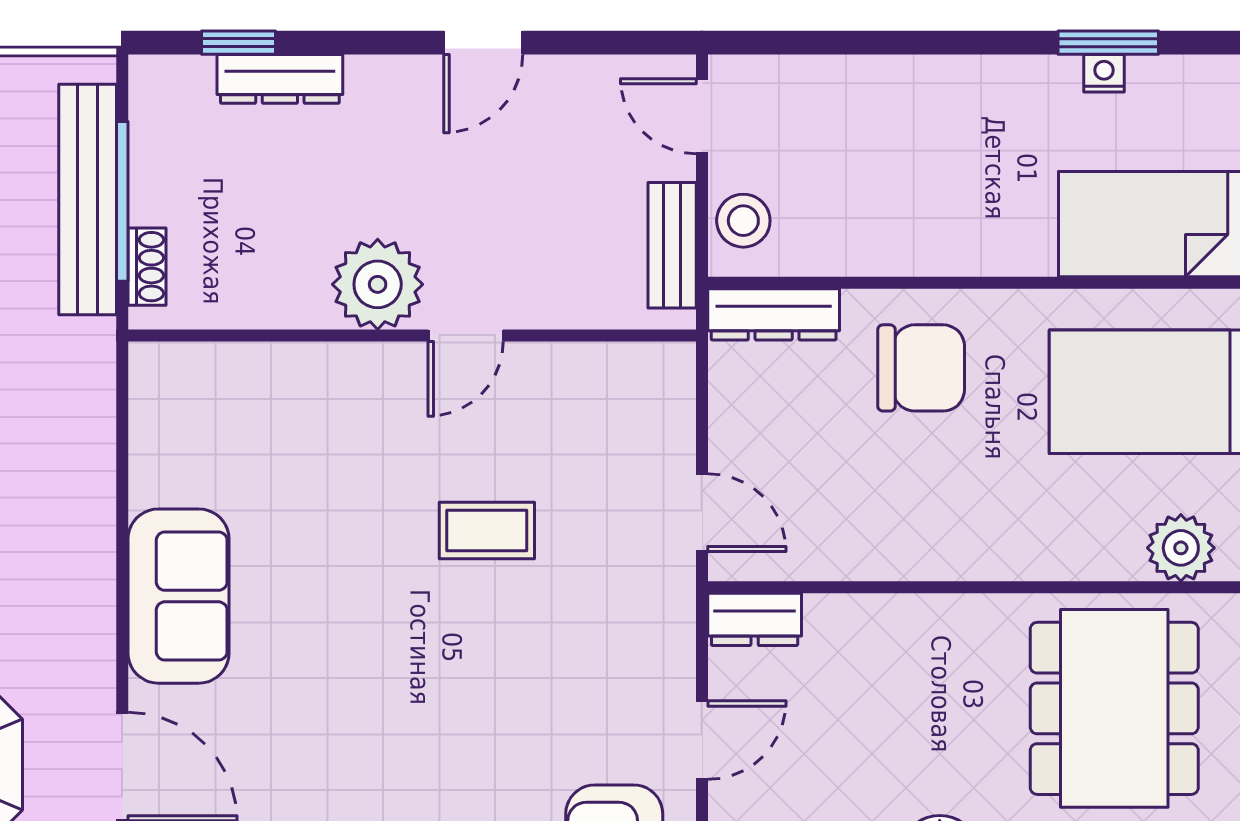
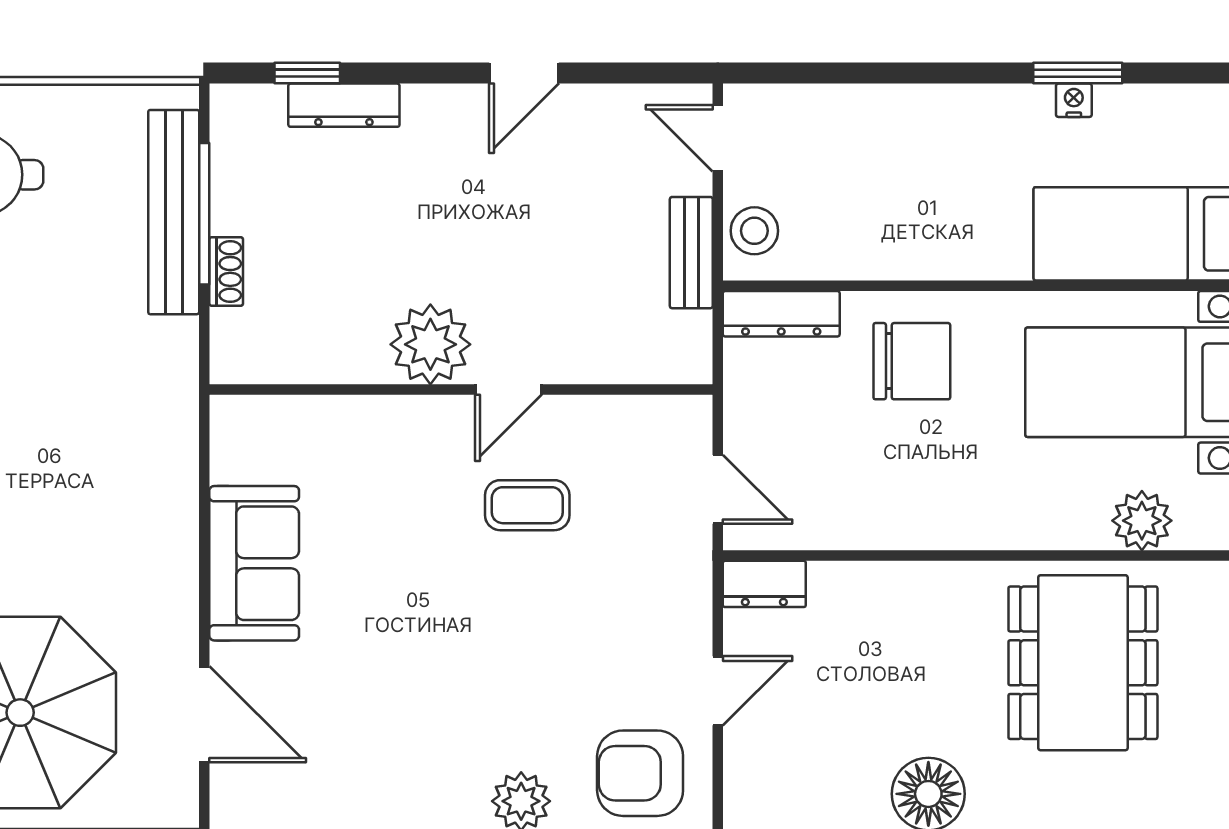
plant: (378, 284) -> (430, 344), moved
wall: (412, 335) -> (461, 389), moved
door: (466, 335) -> (508, 389), moved

